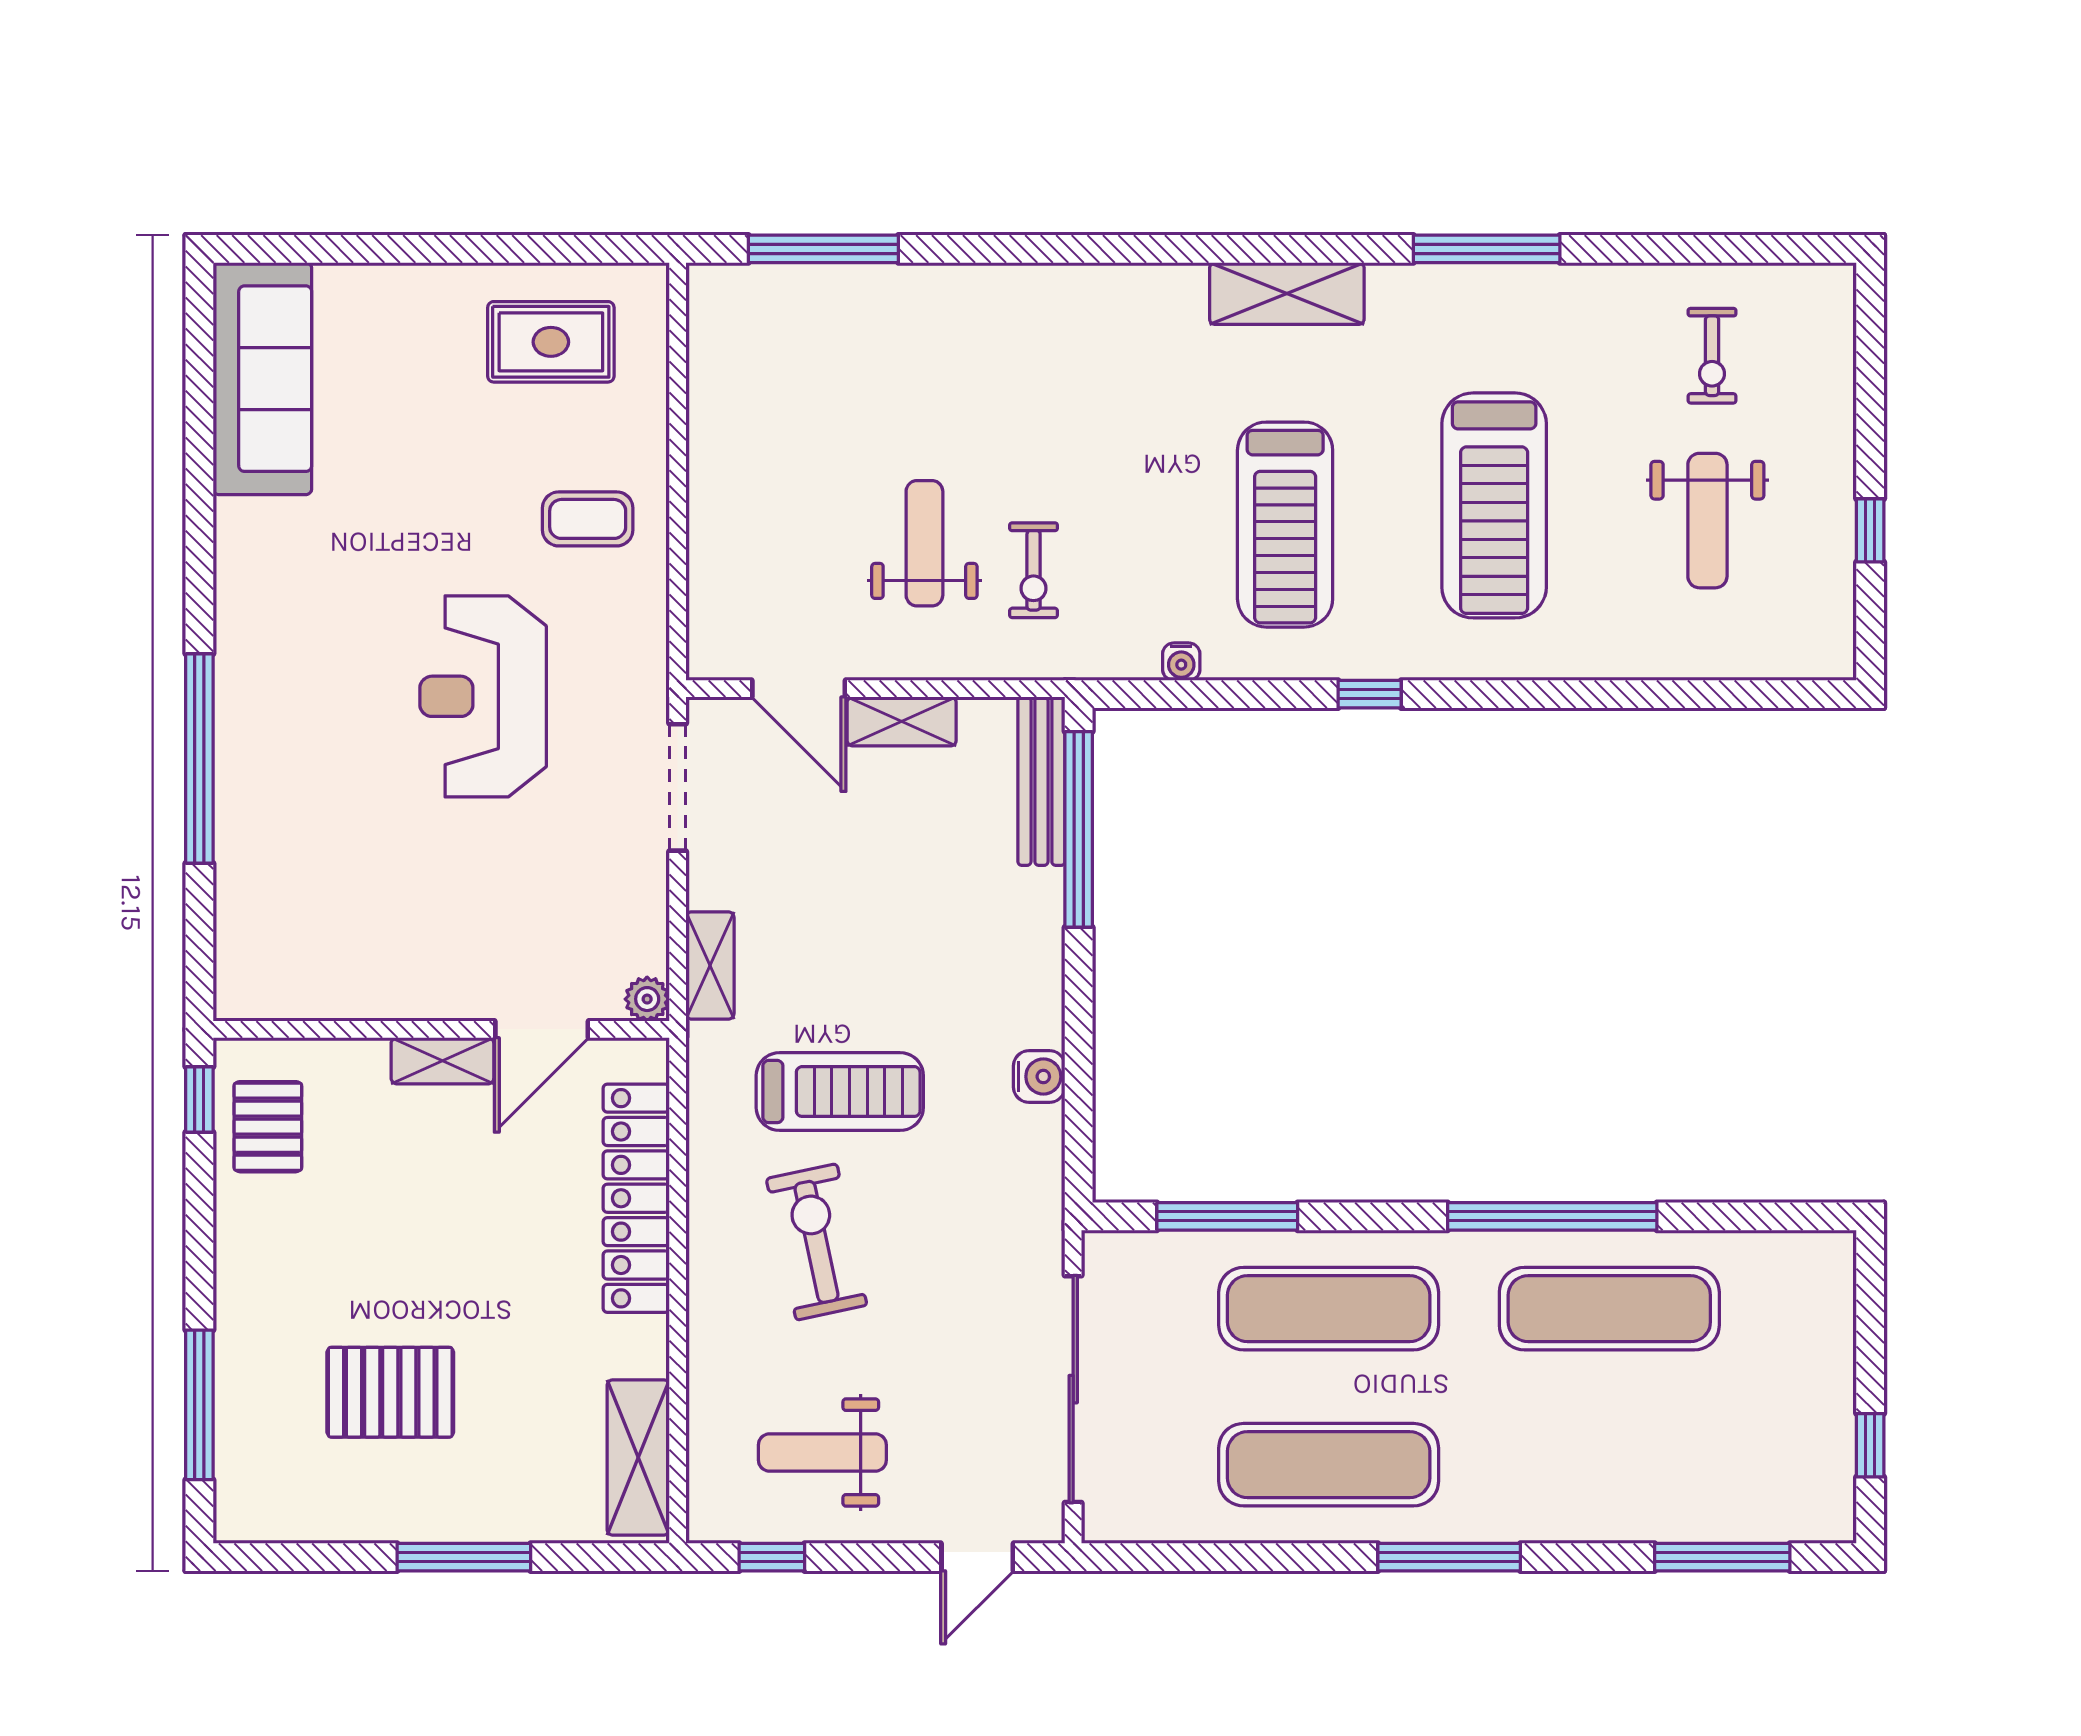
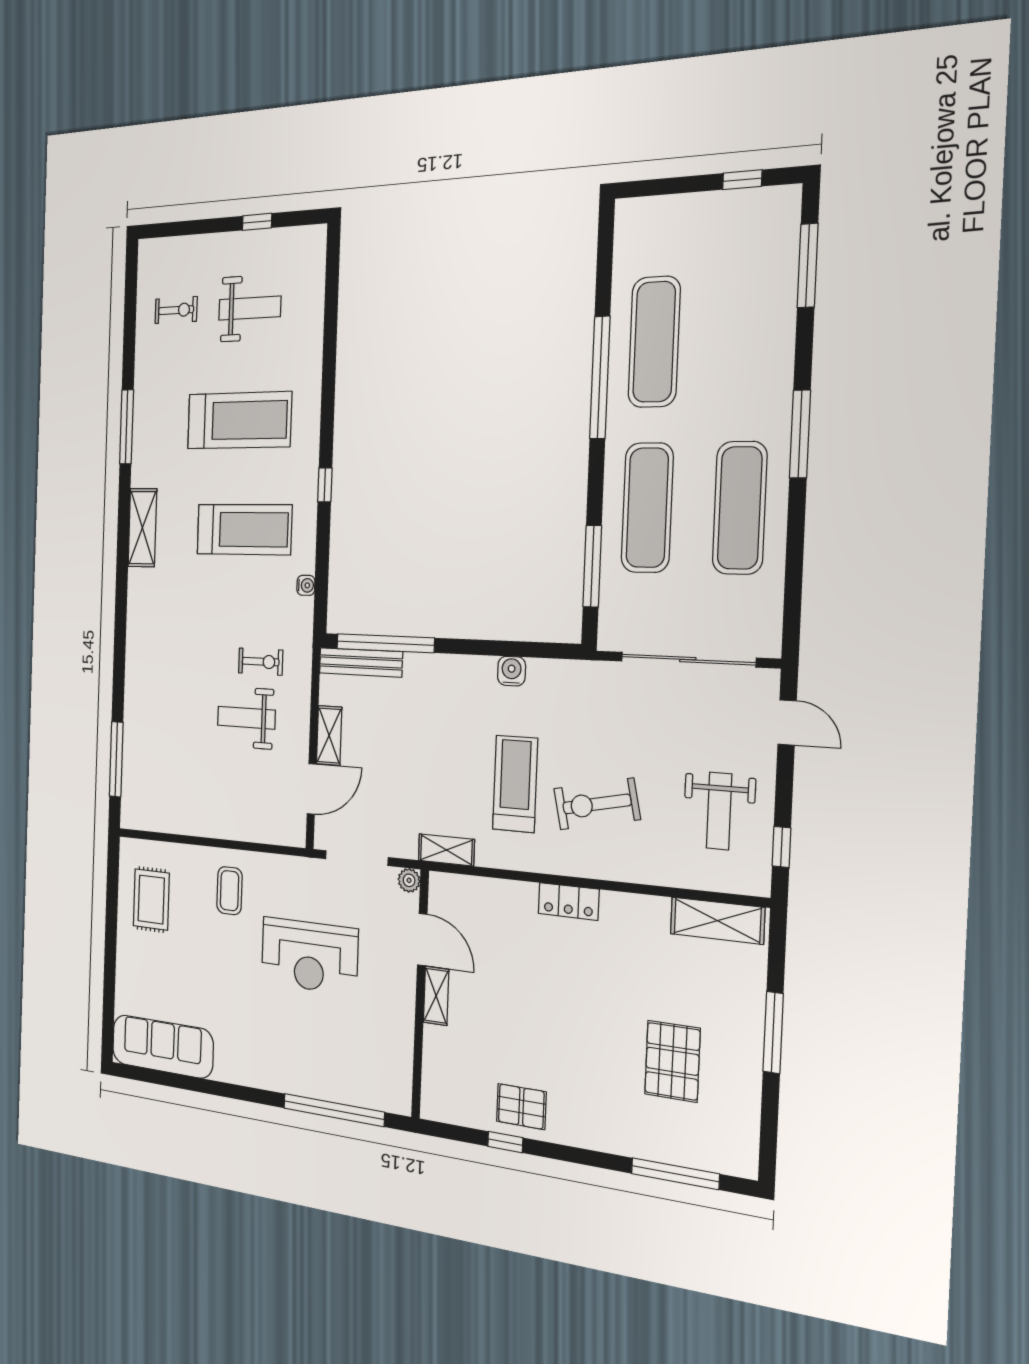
plant: (647, 999) -> (409, 880), moved
wall: (441, 1029) -> (420, 994), moved
door: (542, 1029) -> (422, 940), moved
shelving: (442, 1061) -> (436, 996), moved
locker: (636, 1198) -> (569, 901), width x0.46, depth x0.83

